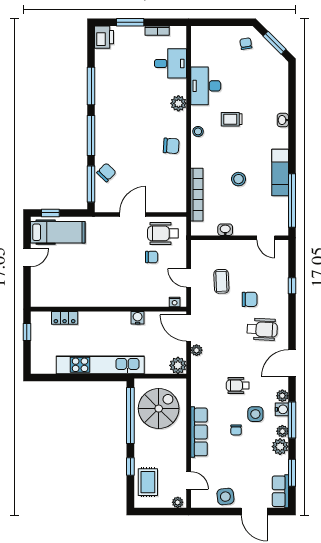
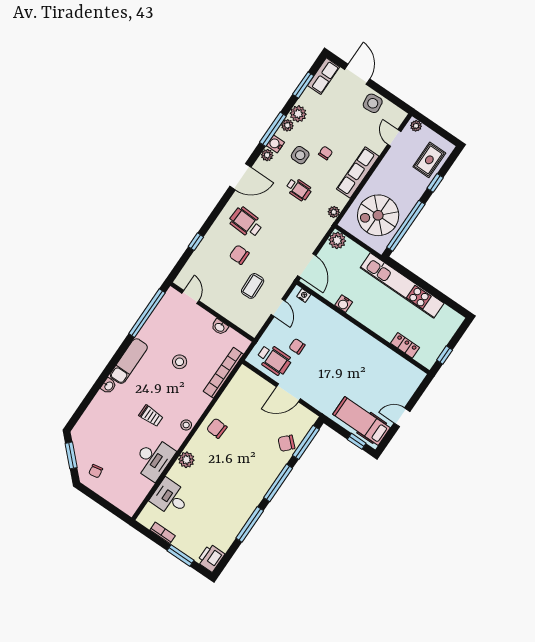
exam couch: (280, 172) -> (129, 361), moved
plant: (197, 350) -> (334, 212), moved

